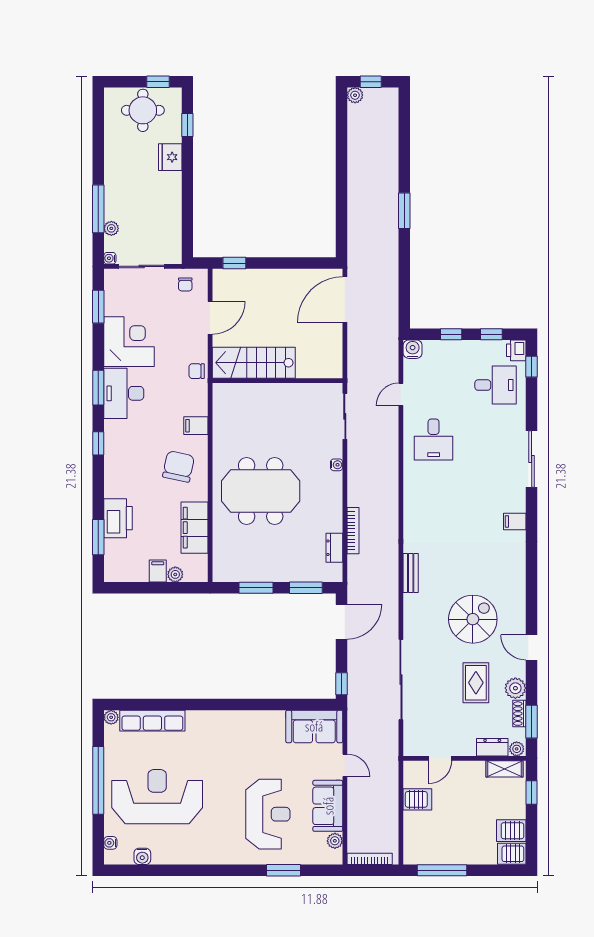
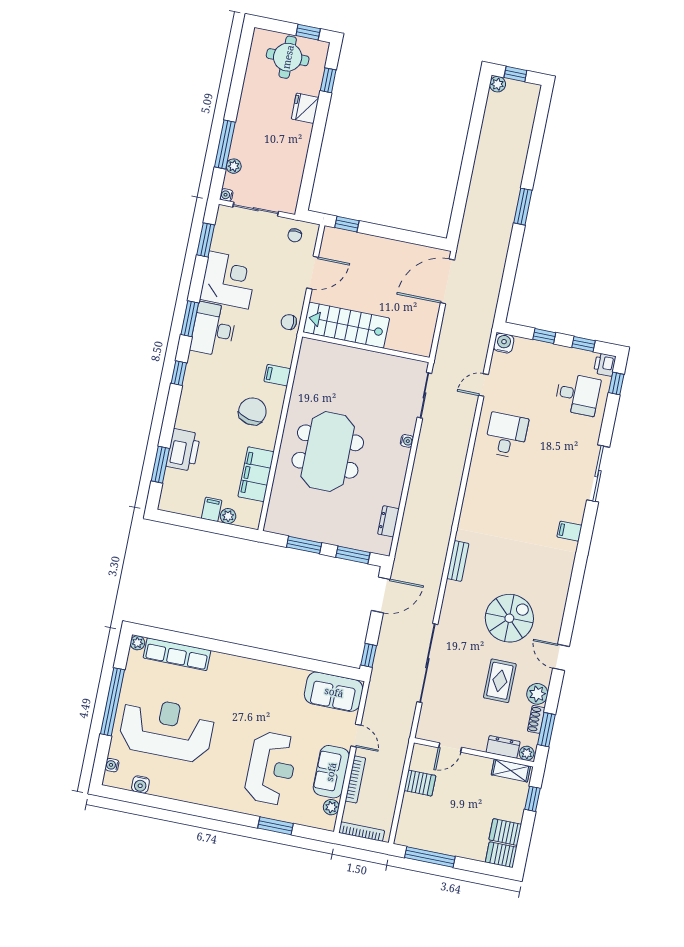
desk: (434, 439) -> (506, 435), turned 180
meeting table: (261, 491) -> (328, 452), turned 90
bookcase: (353, 531) -> (355, 779), moved

